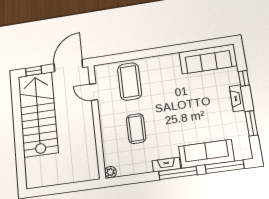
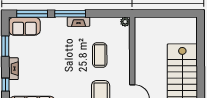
sofa: (206, 154) -> (24, 26), moved, width x0.73

